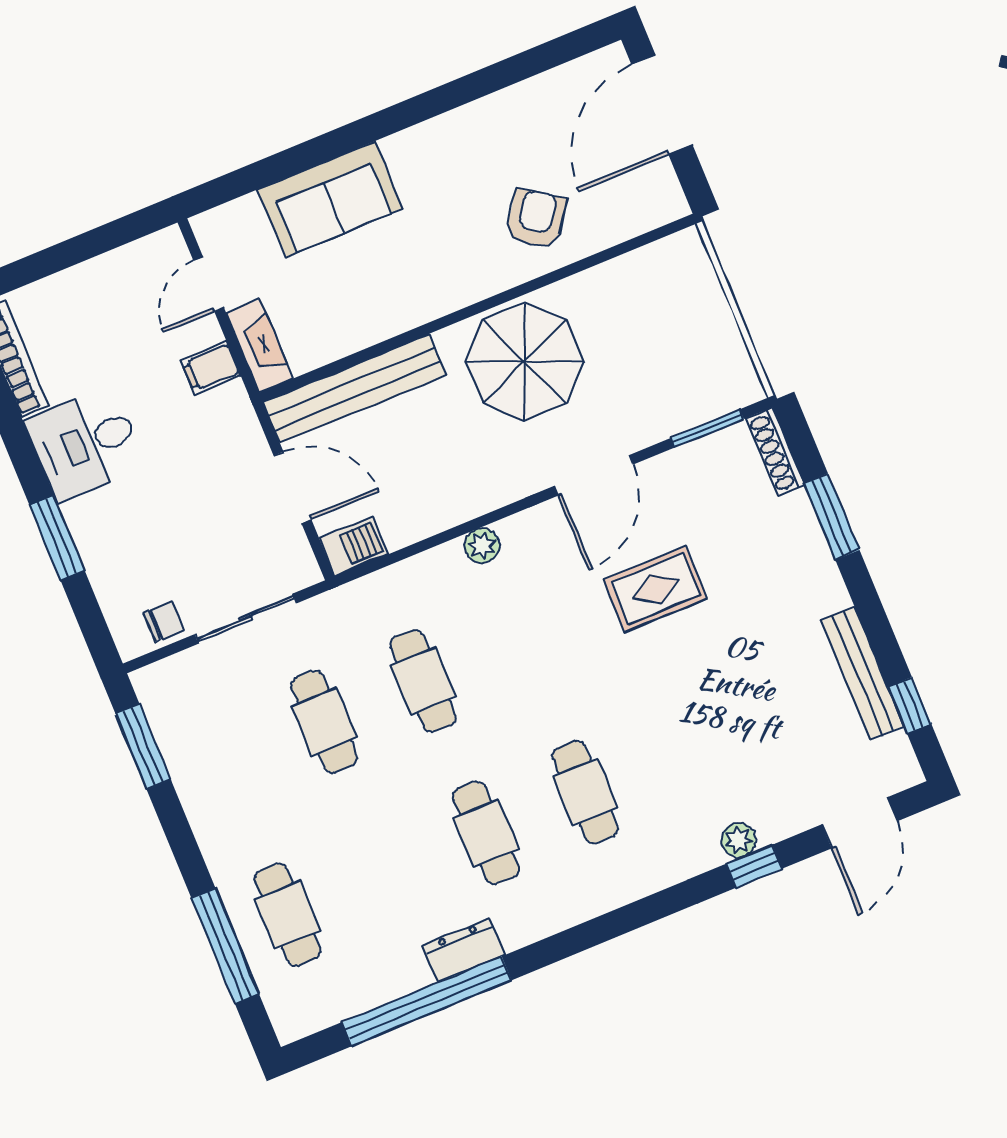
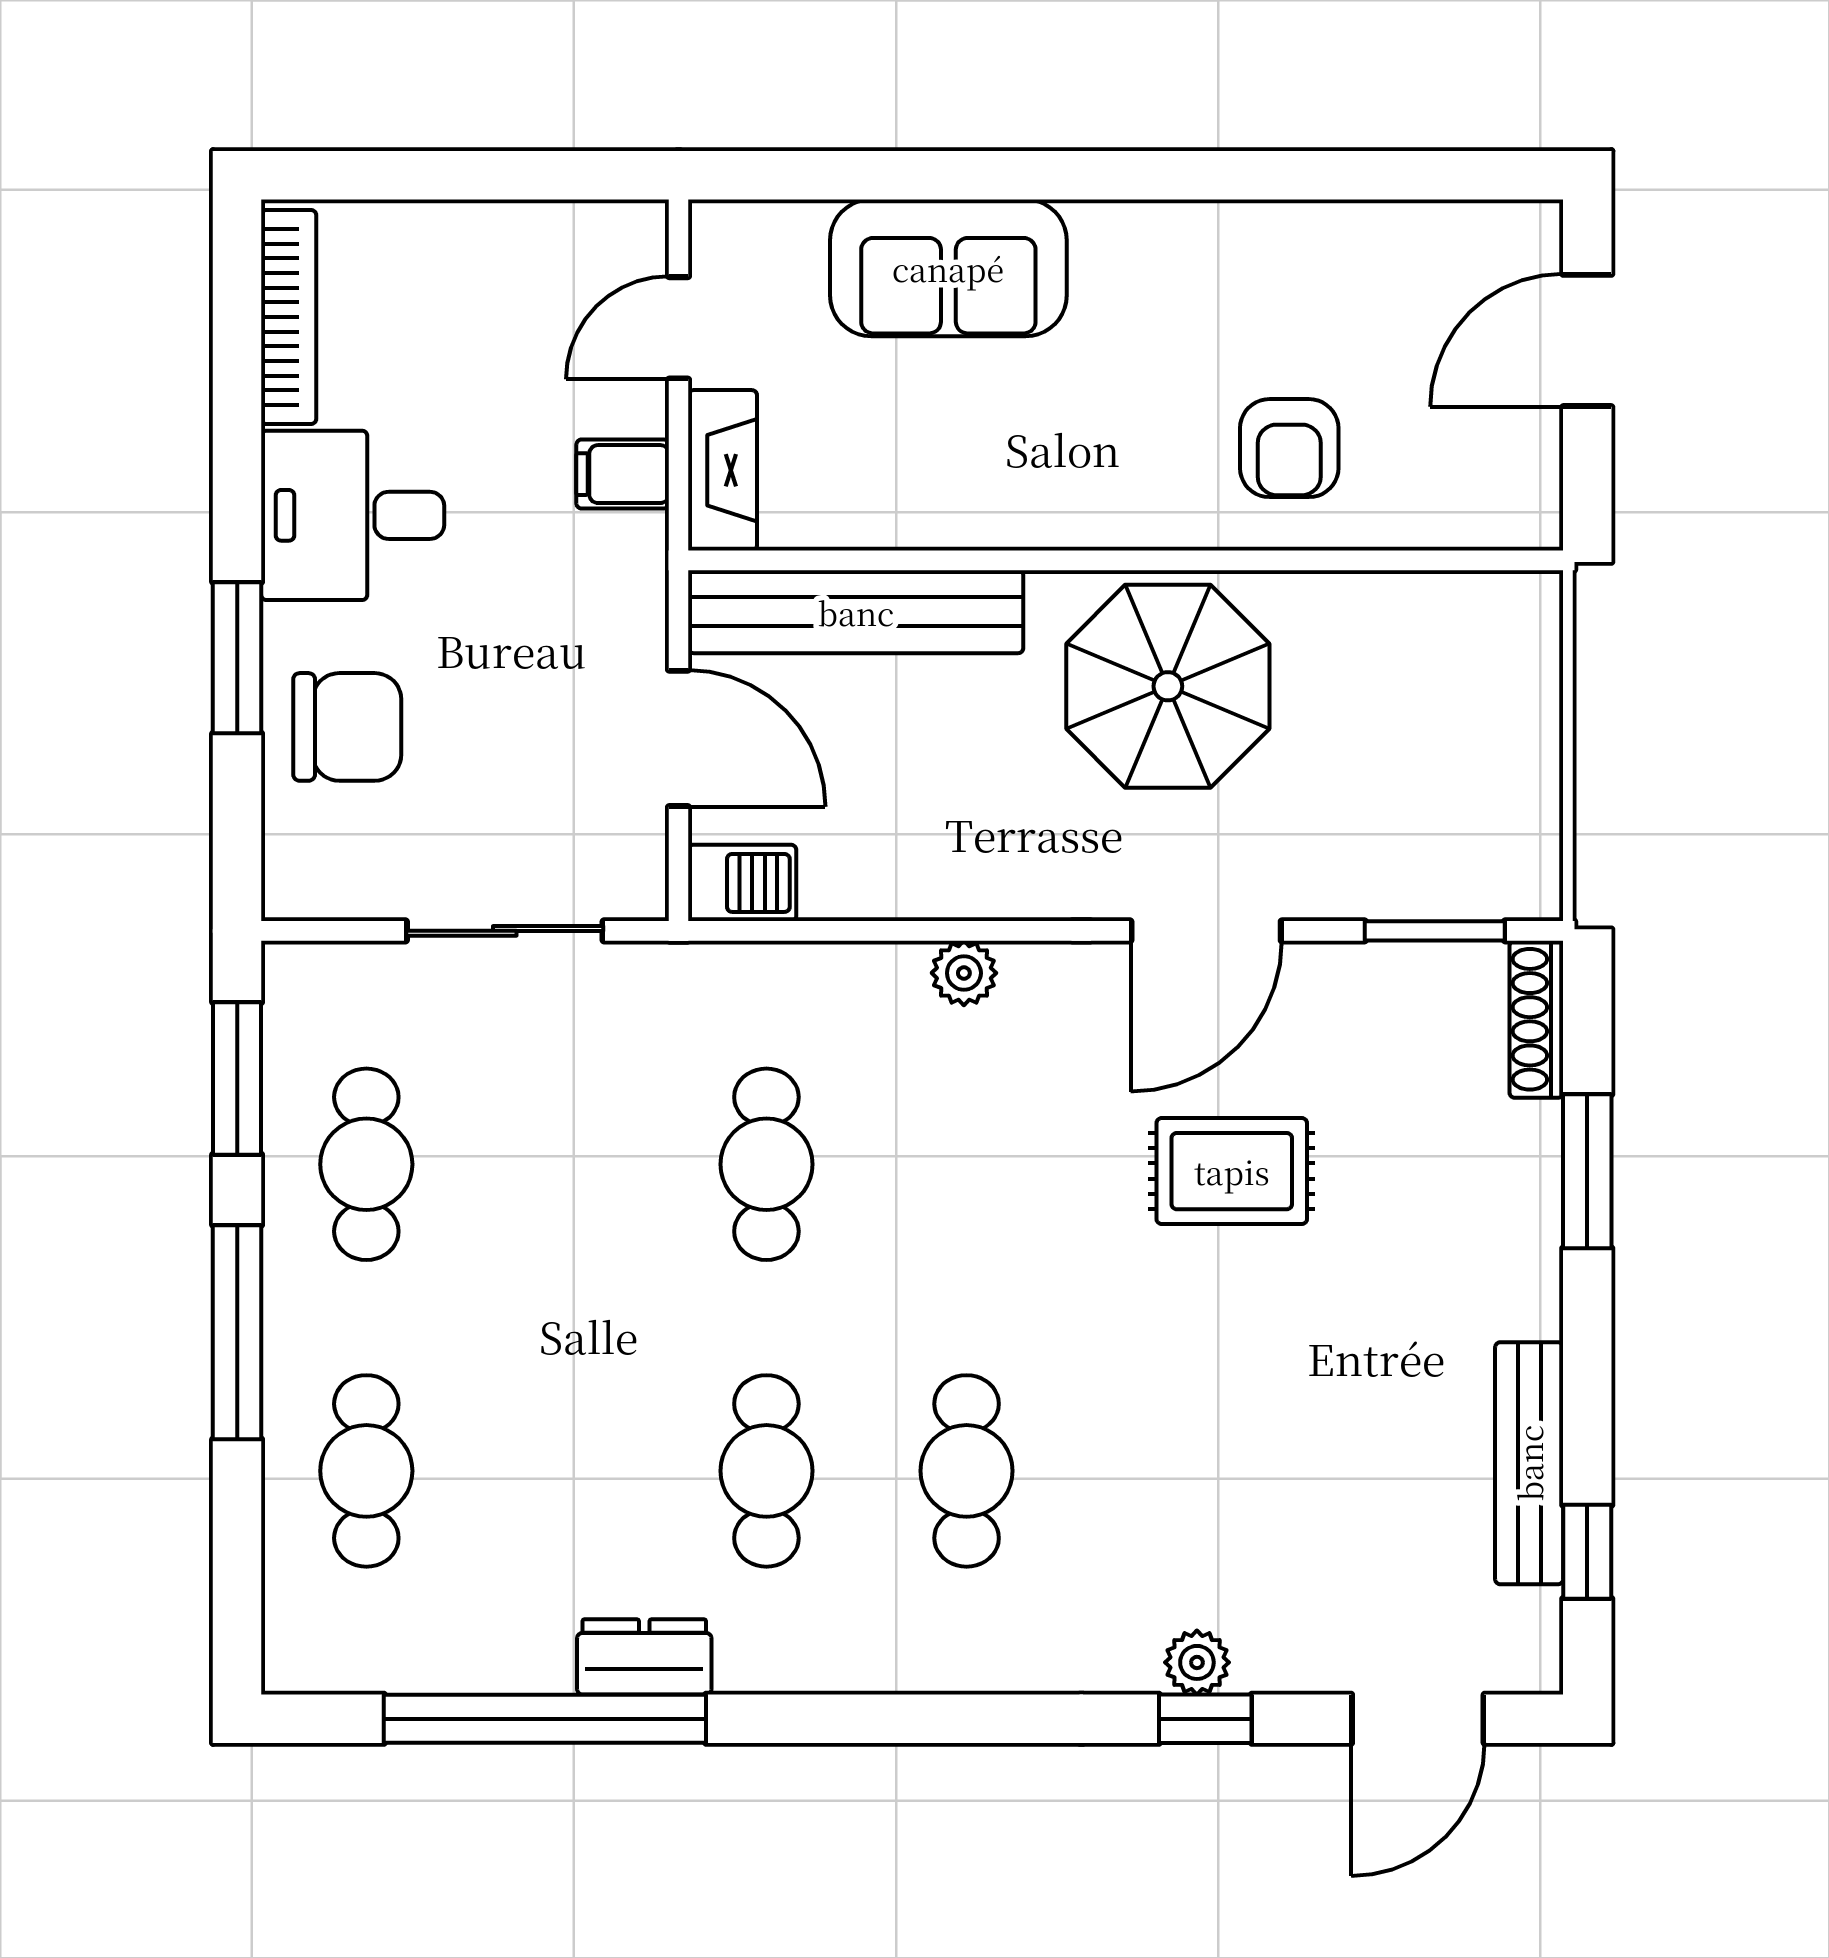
door: (662, 105) -> (1587, 340), width x0.73
armchair: (536, 219) -> (1289, 448), turned 145
chair: (164, 622) -> (347, 727), moved, width x1.87, depth x1.87
cafe table: (324, 722) -> (366, 1164), moved
window: (225, 946) -> (237, 1332), moved

